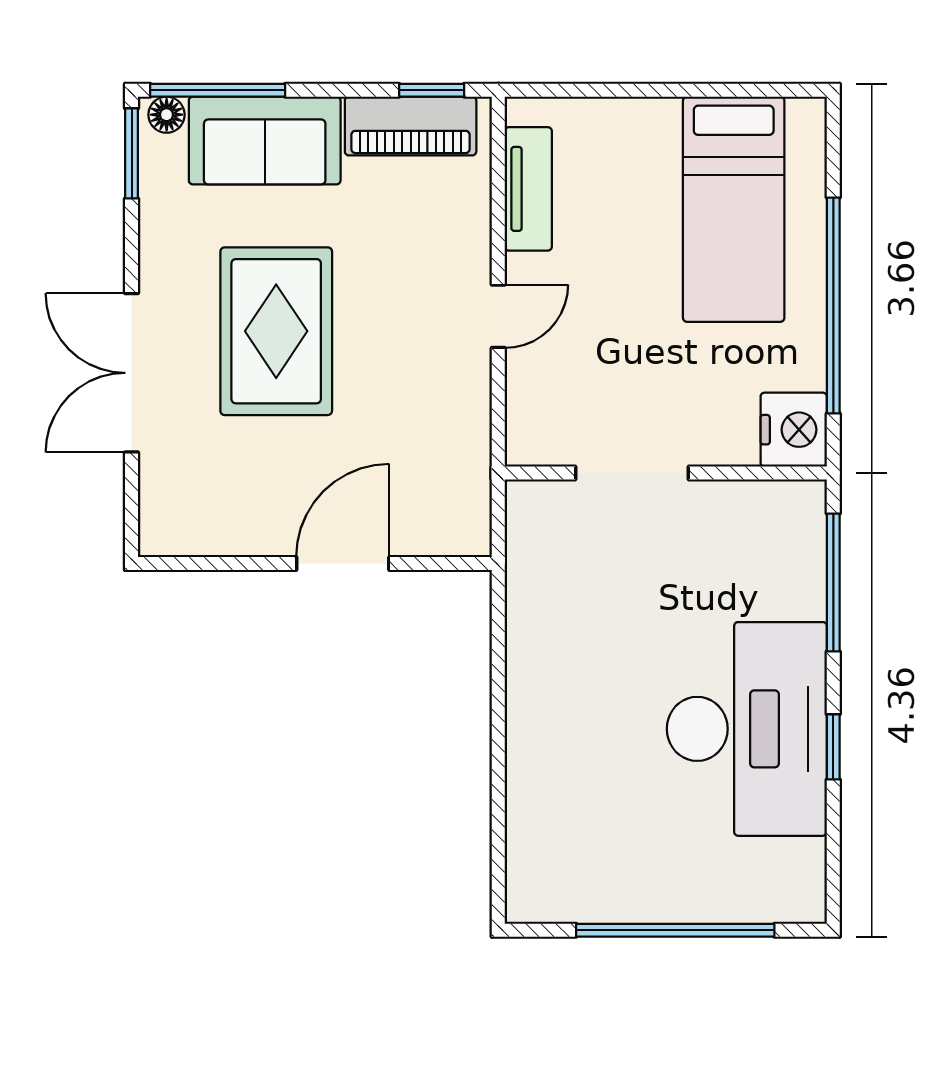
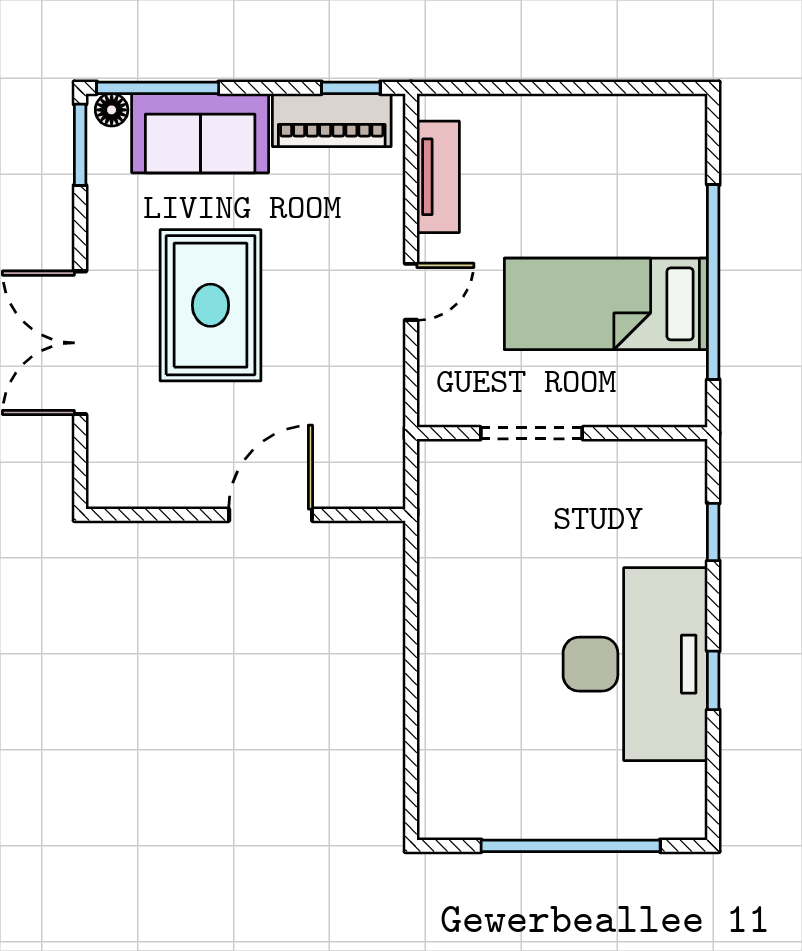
bed: (734, 209) -> (606, 304), moved, turned 90
nightstand: (794, 430) -> (678, 394), removed
window: (833, 583) -> (713, 532), width x0.46

